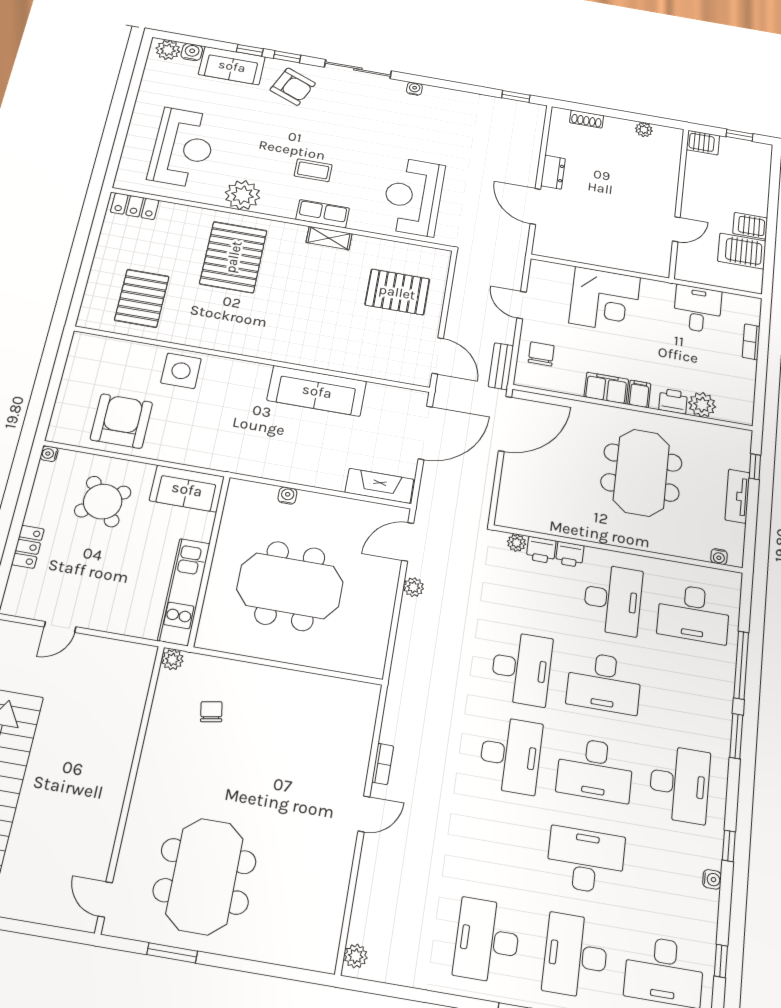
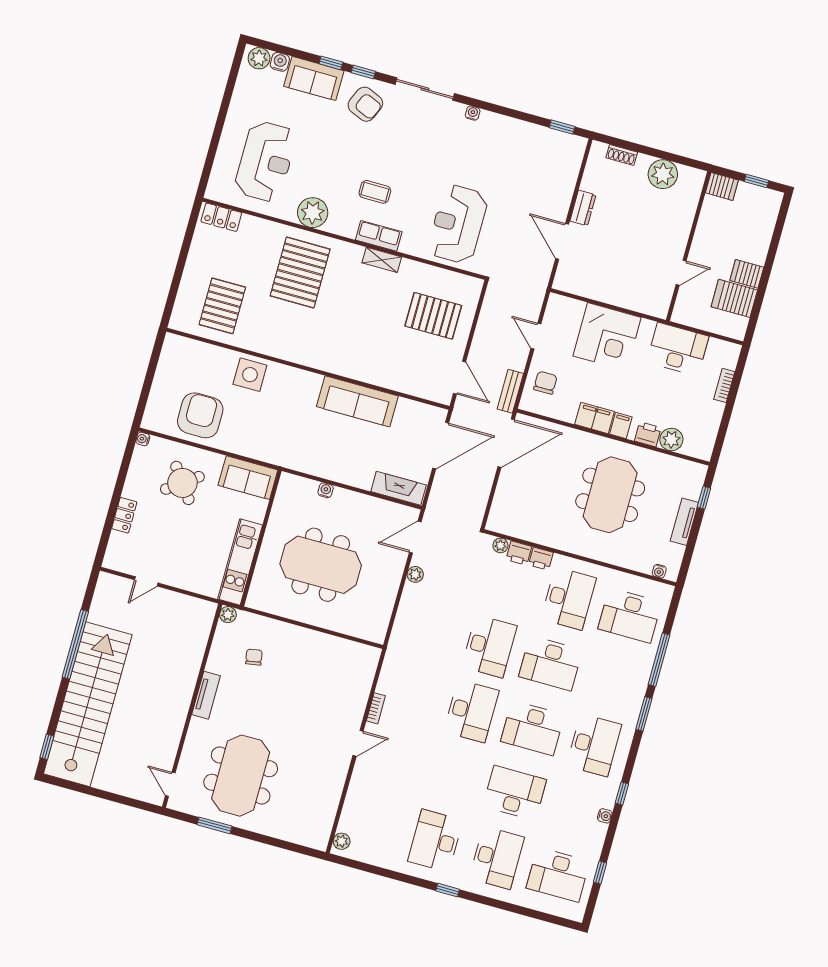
plant: (644, 130) -> (663, 174), width x1.88, depth x1.88
desk: (697, 309) -> (678, 349), width x1.37
tv unit: (149, 769) -> (206, 695), added
desk: (576, 956) -> (497, 858), turned 180

